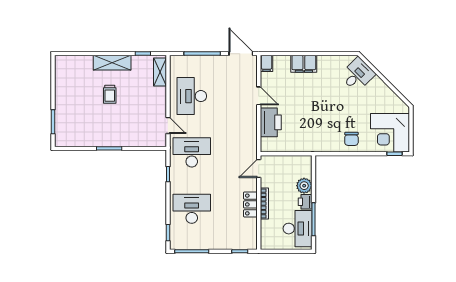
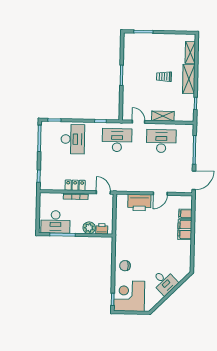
shelving: (78, 61) -> (190, 52), added
filing cabinet: (266, 63) -> (185, 214), moved
shelving: (160, 72) -> (163, 116), moved
desk: (357, 75) -> (164, 282), moved
door: (168, 125) -> (139, 122), swing flipped
desk: (192, 152) -> (117, 140), turned -90
printer: (305, 202) -> (102, 229), moved

